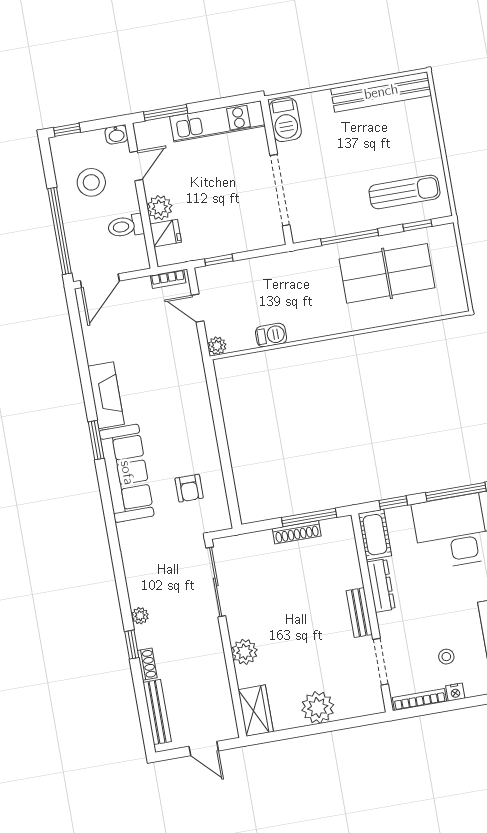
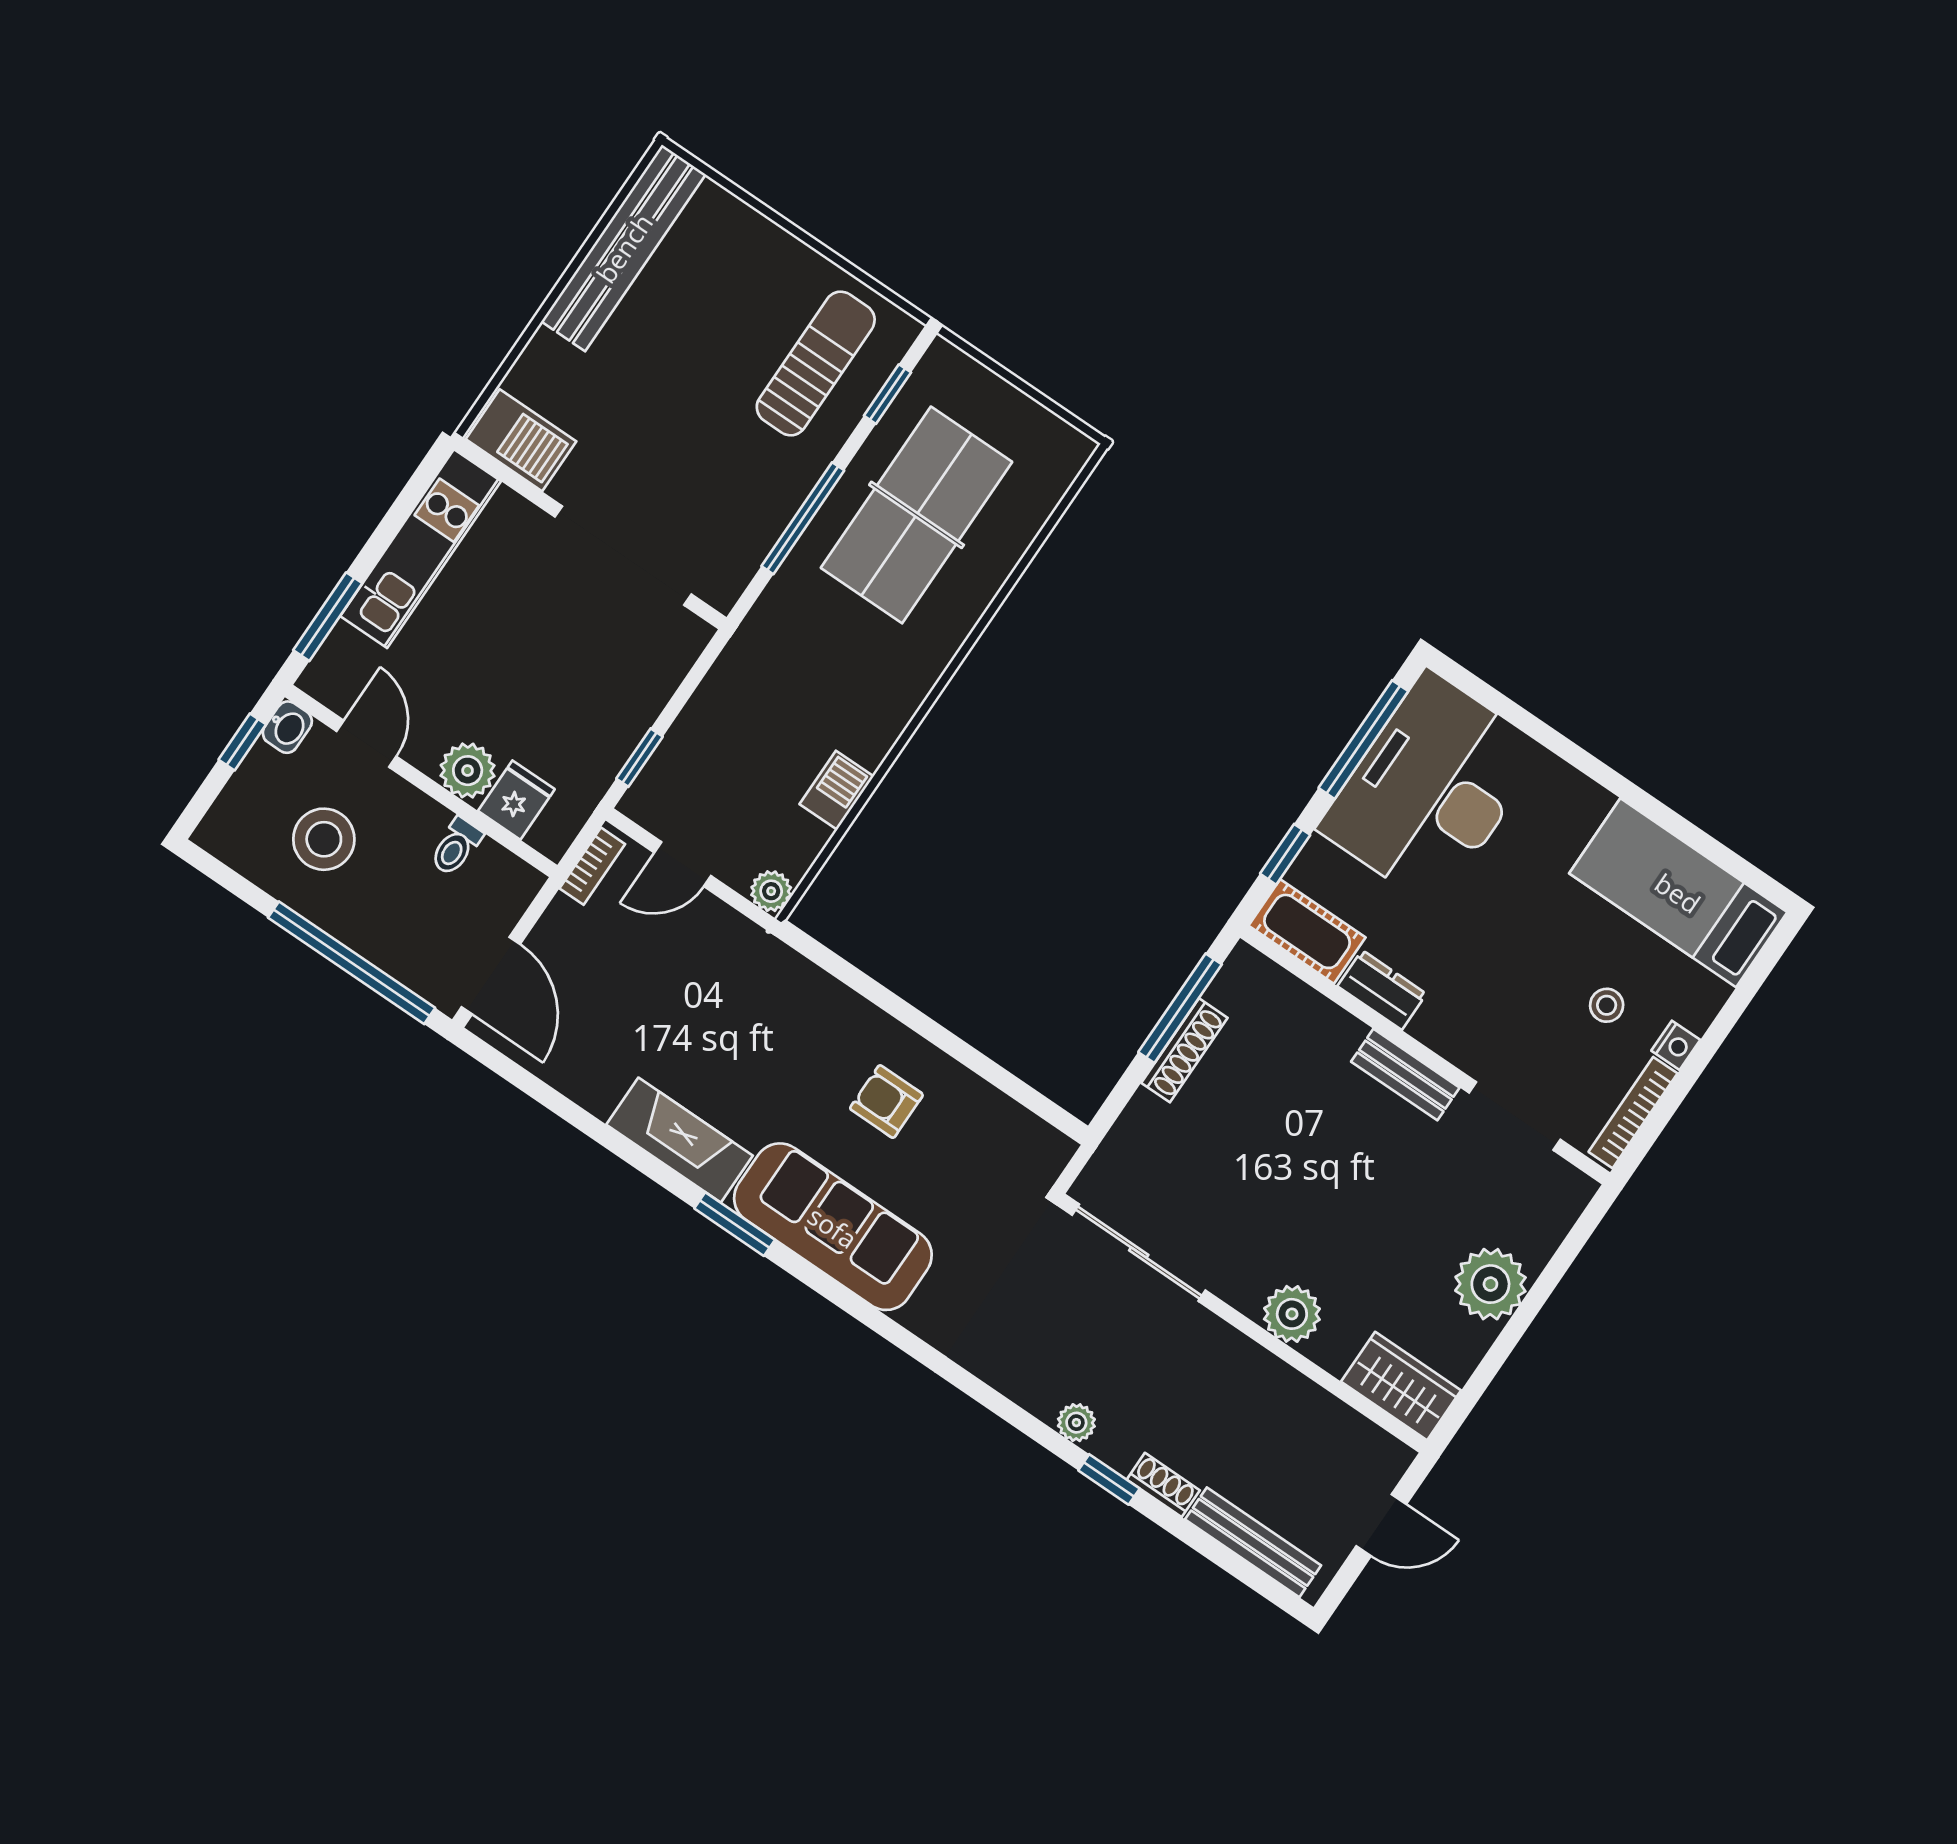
window: (67, 130) -> (242, 742), moved
toilet: (126, 226) -> (456, 847), width x0.73, depth x0.72
armchair: (189, 488) -> (886, 1102), moved, turned 180
dresser: (381, 586) -> (1382, 990), width x0.70

